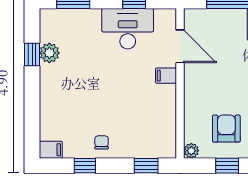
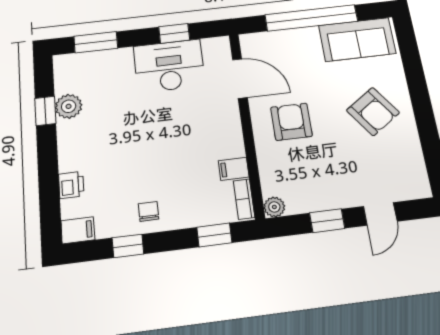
filing cabinet: (166, 76) -> (234, 169), moved
printer: (48, 115) -> (71, 185), added
armchair: (226, 129) -> (291, 122), moved
bookcase: (171, 142) -> (244, 199), added

